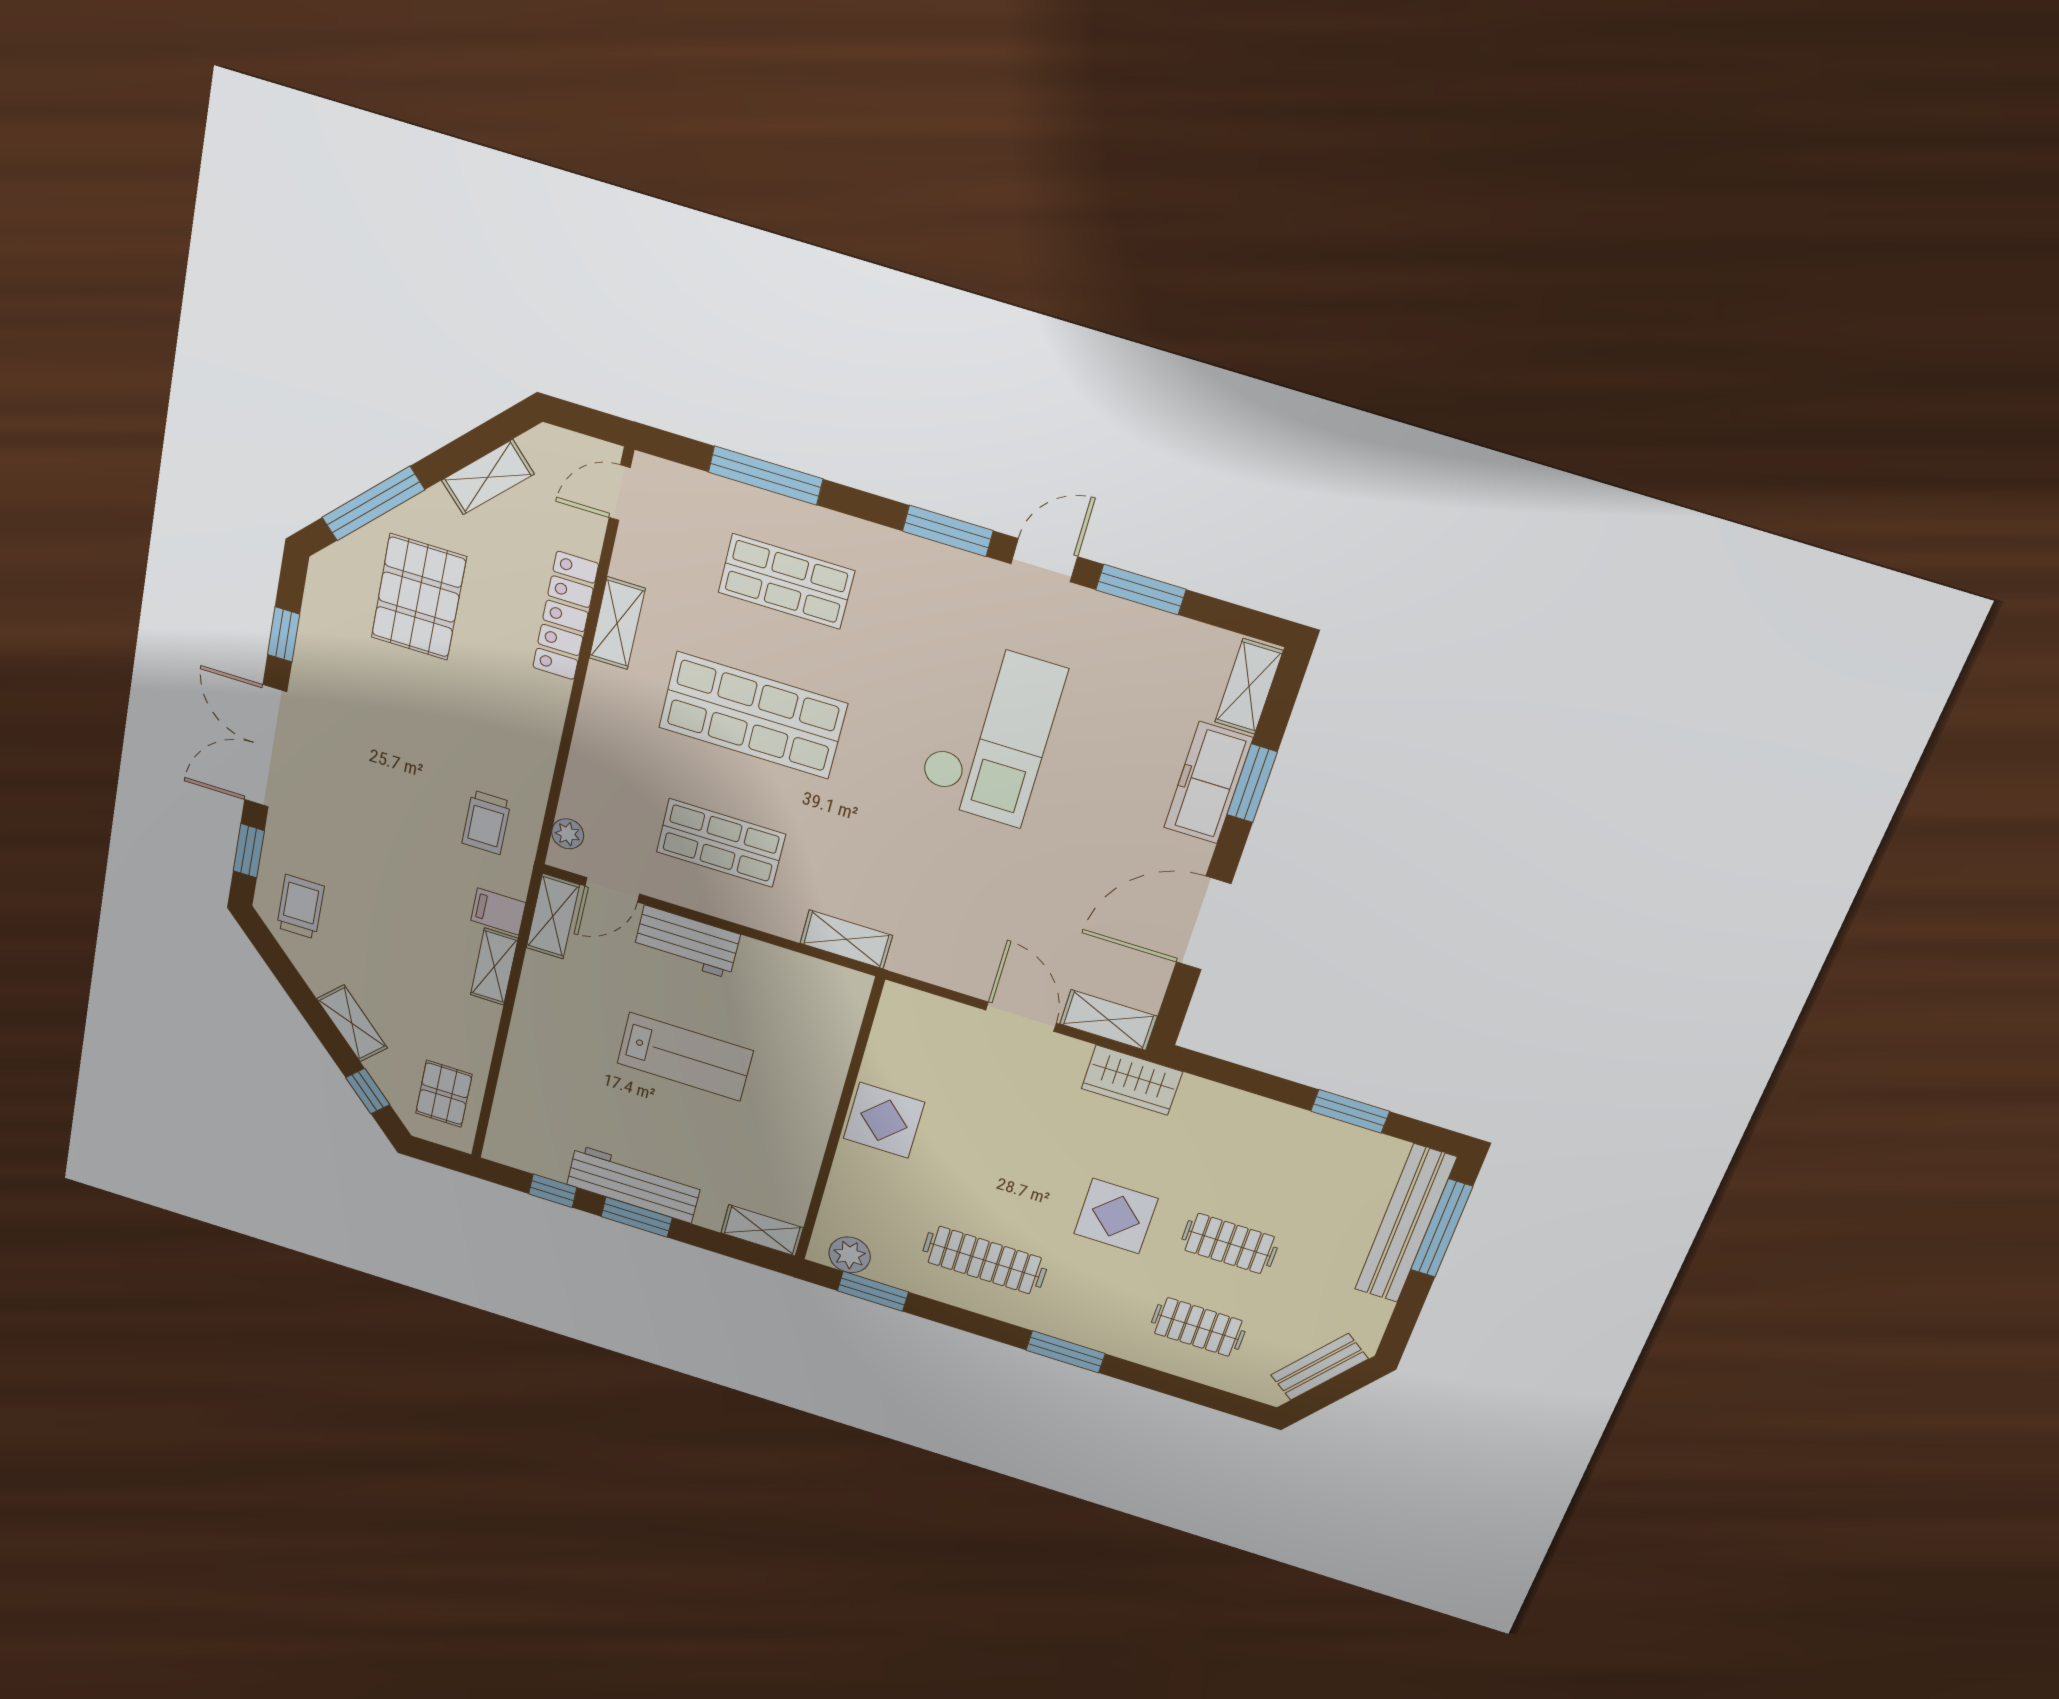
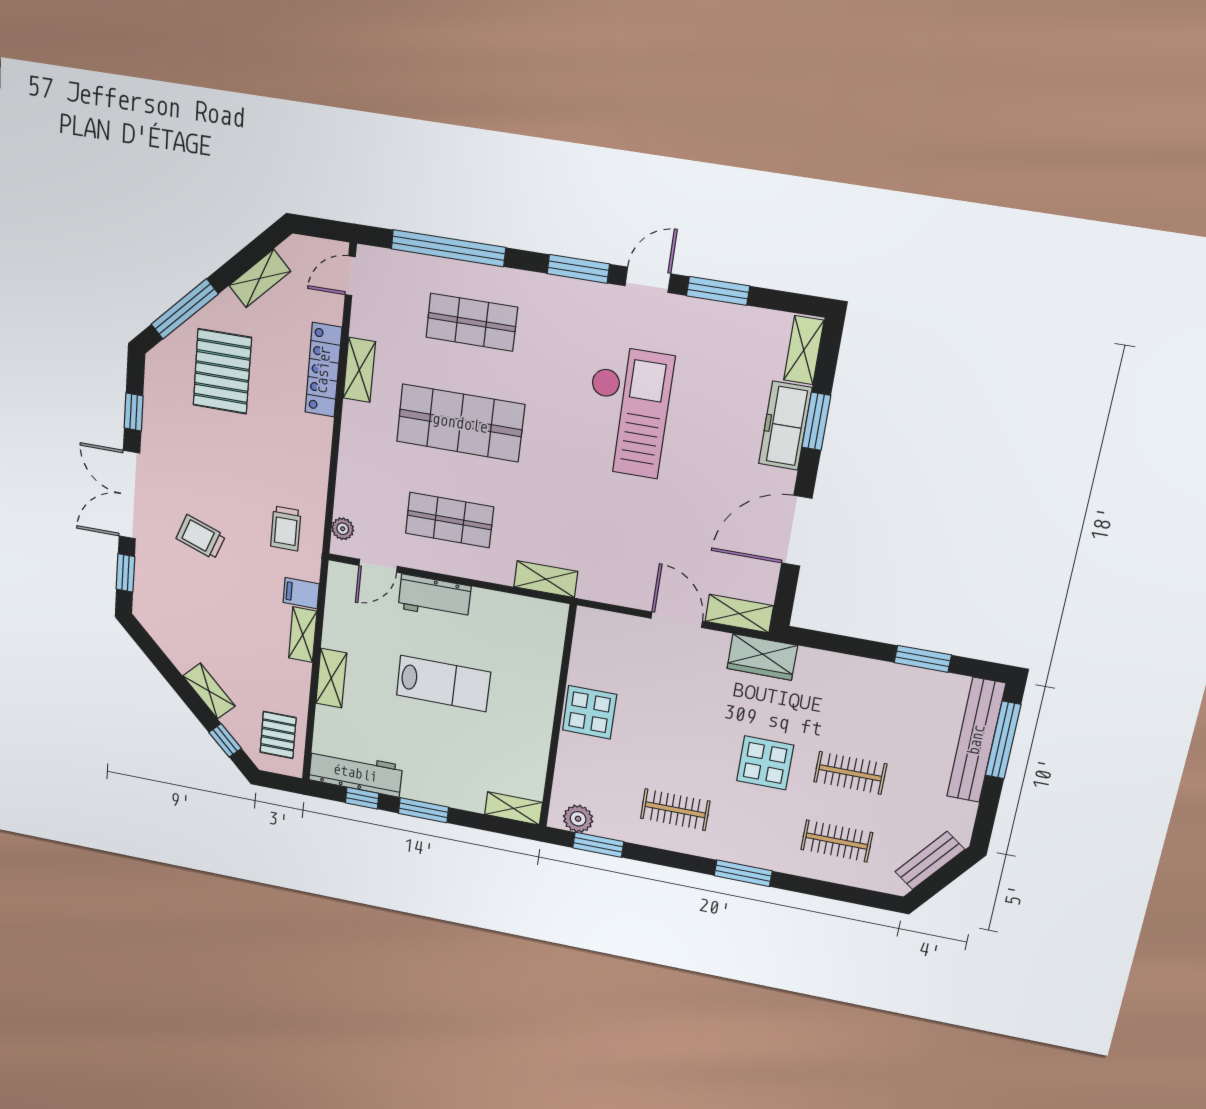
window: (766, 475) -> (448, 248), width x1.46
trolley: (300, 907) -> (201, 537), moved, turned -70
shelving: (553, 916) -> (331, 678), moved
workbench: (634, 1184) -> (355, 773), moved
clothes rail: (985, 1260) -> (675, 810), width x0.73

